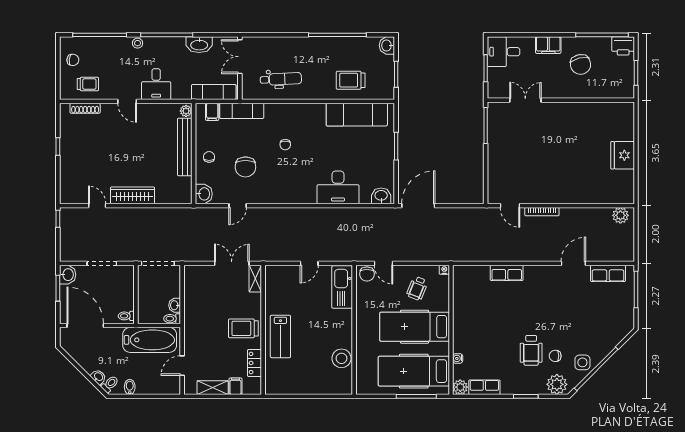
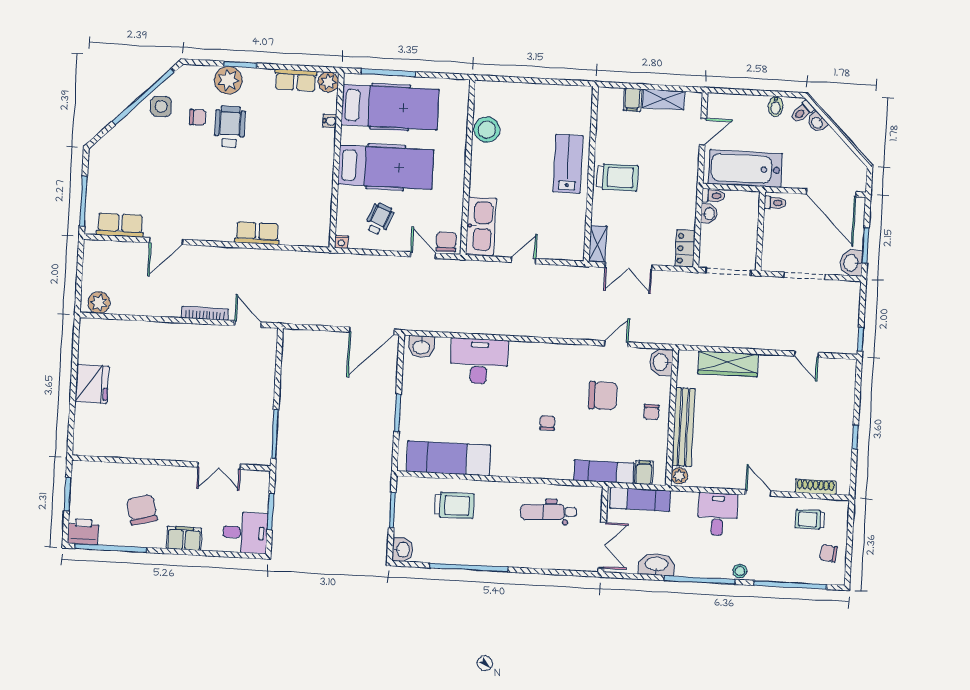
chair: (245, 167) -> (603, 396), turned 90
wardrobe: (132, 195) -> (728, 364), moved
locker: (254, 363) -> (685, 248), moved, turned 180
plant: (557, 384) -> (228, 80), moved

